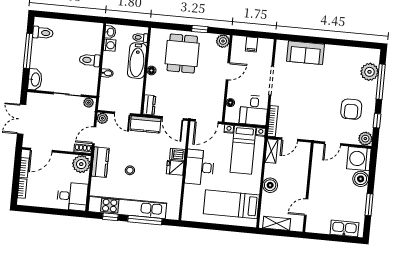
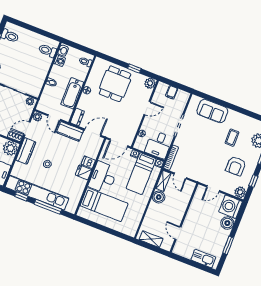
toilet: (90, 60) -> (47, 51), moved
bathtub: (137, 61) -> (72, 93), moved
coffee table: (337, 77) -> (232, 138), added
door: (173, 118) -> (93, 133), swing flipped
door: (290, 139) -> (180, 176), hinge flipped
boiler: (270, 185) -> (159, 197), moved
bed: (231, 204) -> (104, 205), moved, turned 180
door: (306, 207) -> (178, 233), hinge flipped

